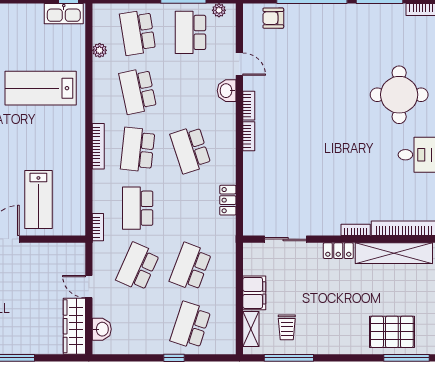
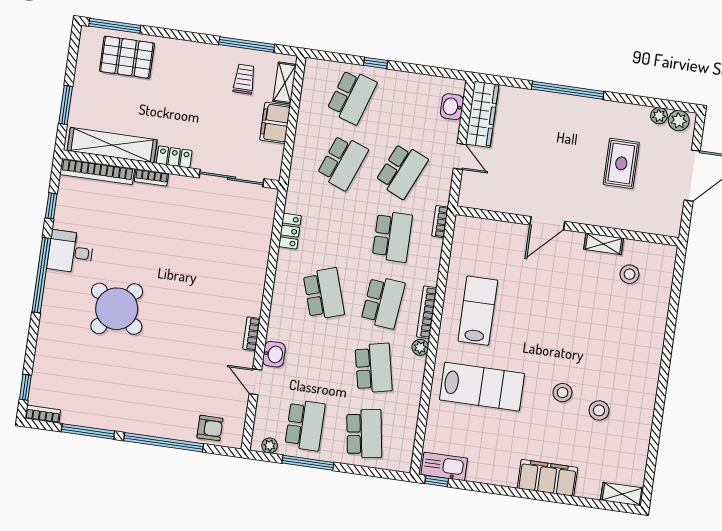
plant: (100, 50) -> (420, 347), moved
round table: (399, 95) -> (117, 309), moved, turned 38
bookcase: (249, 136) -> (256, 300), removed
lab bench: (38, 199) -> (478, 311), moved
sliding door: (286, 239) -> (231, 178), width x1.37

